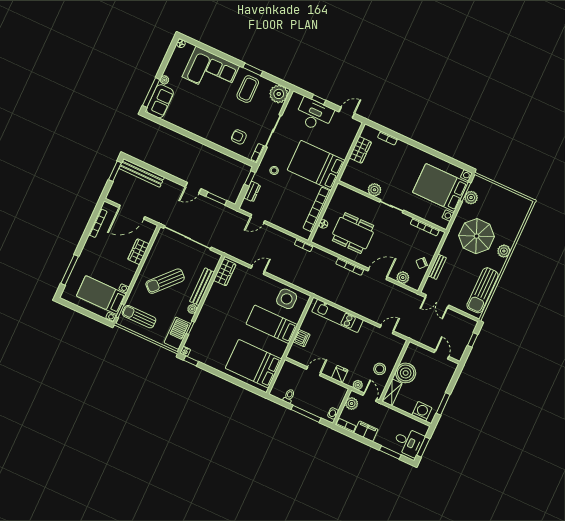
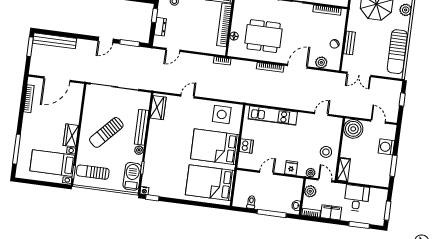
wardrobe: (138, 252) -> (71, 135), moved
bed: (272, 324) -> (215, 147), width x1.50
boiler: (406, 373) -> (353, 129), moved
washing machine: (422, 411) -> (386, 147), moved, turned -90
desk: (409, 442) -> (357, 198), moved, turned -90

